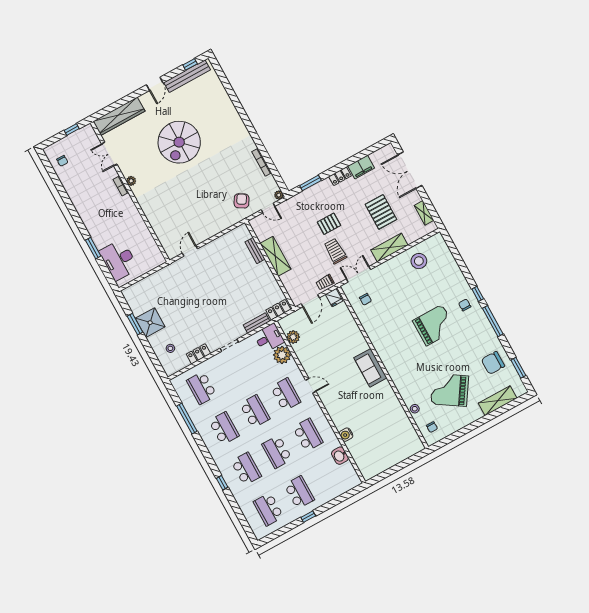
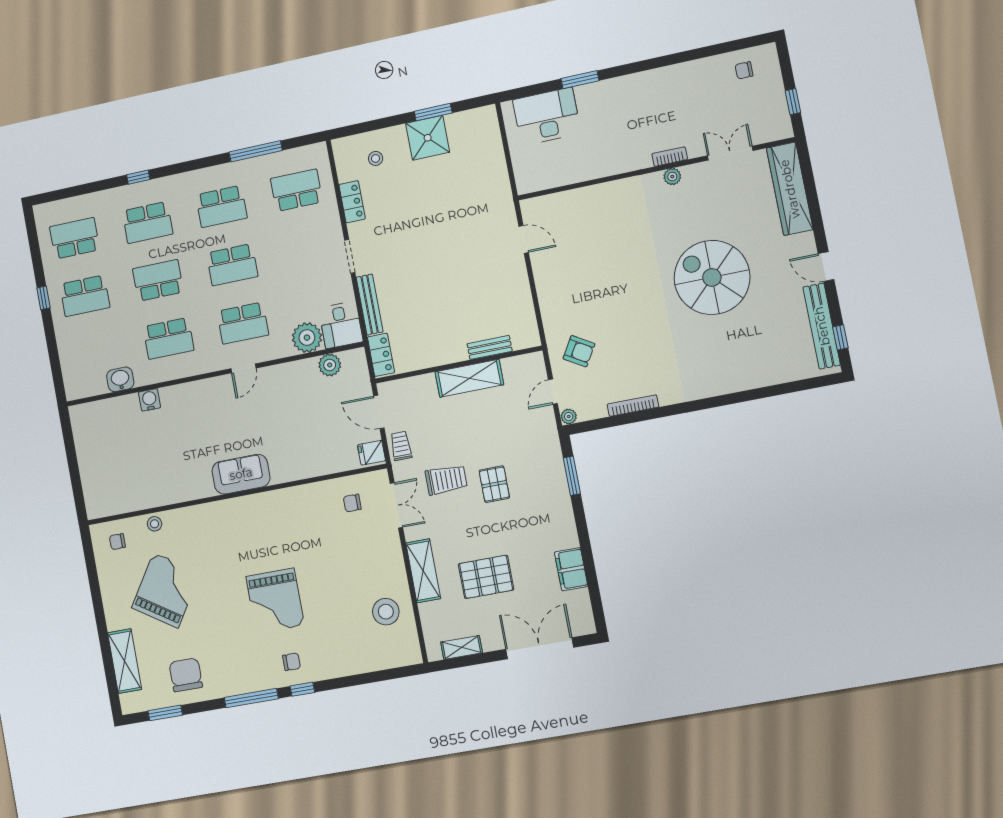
locker: (340, 176) -> (567, 529), removed
bench: (257, 323) -> (370, 305), width x1.36

